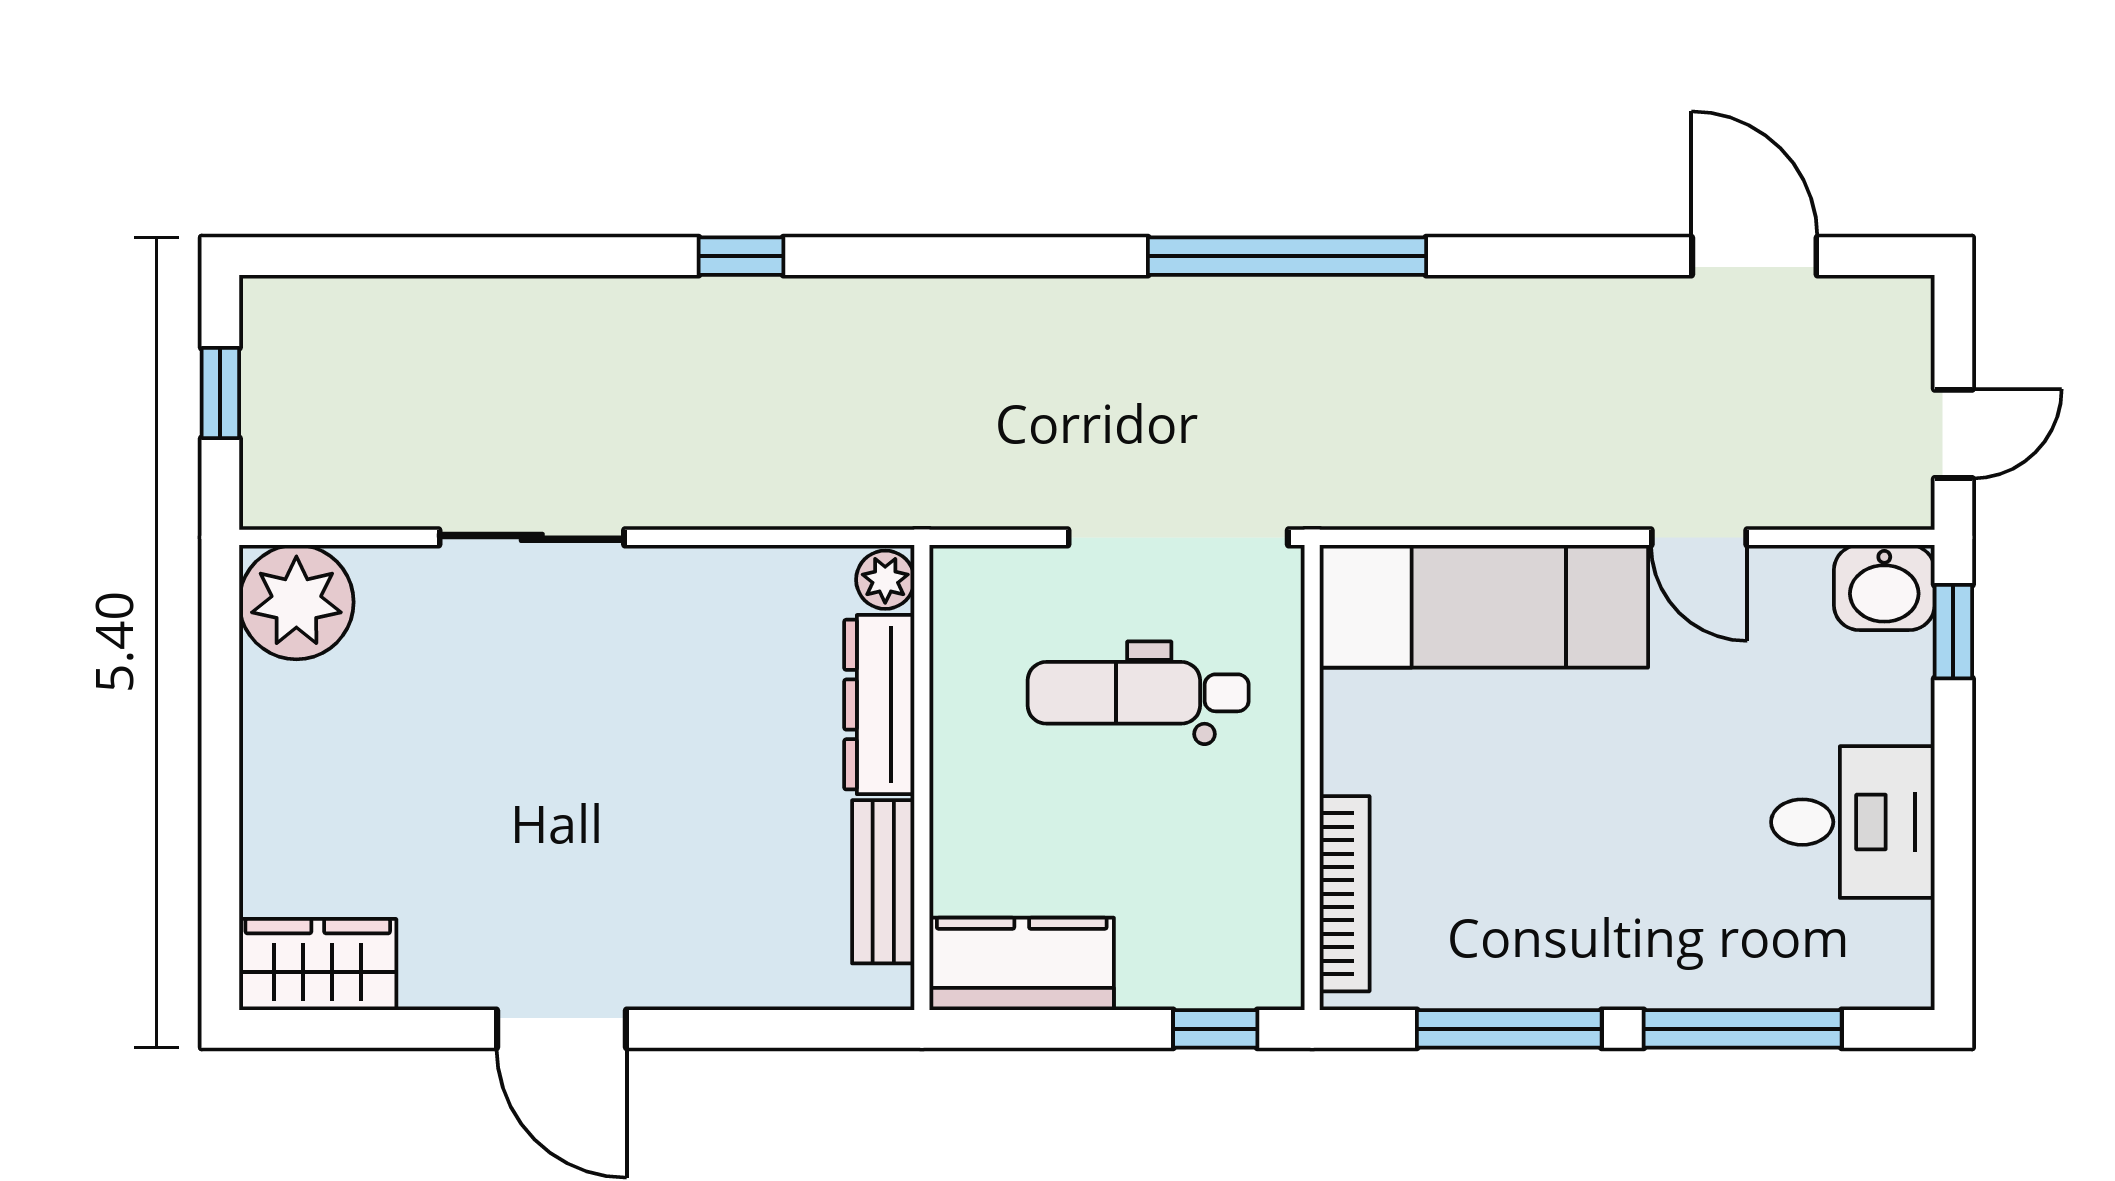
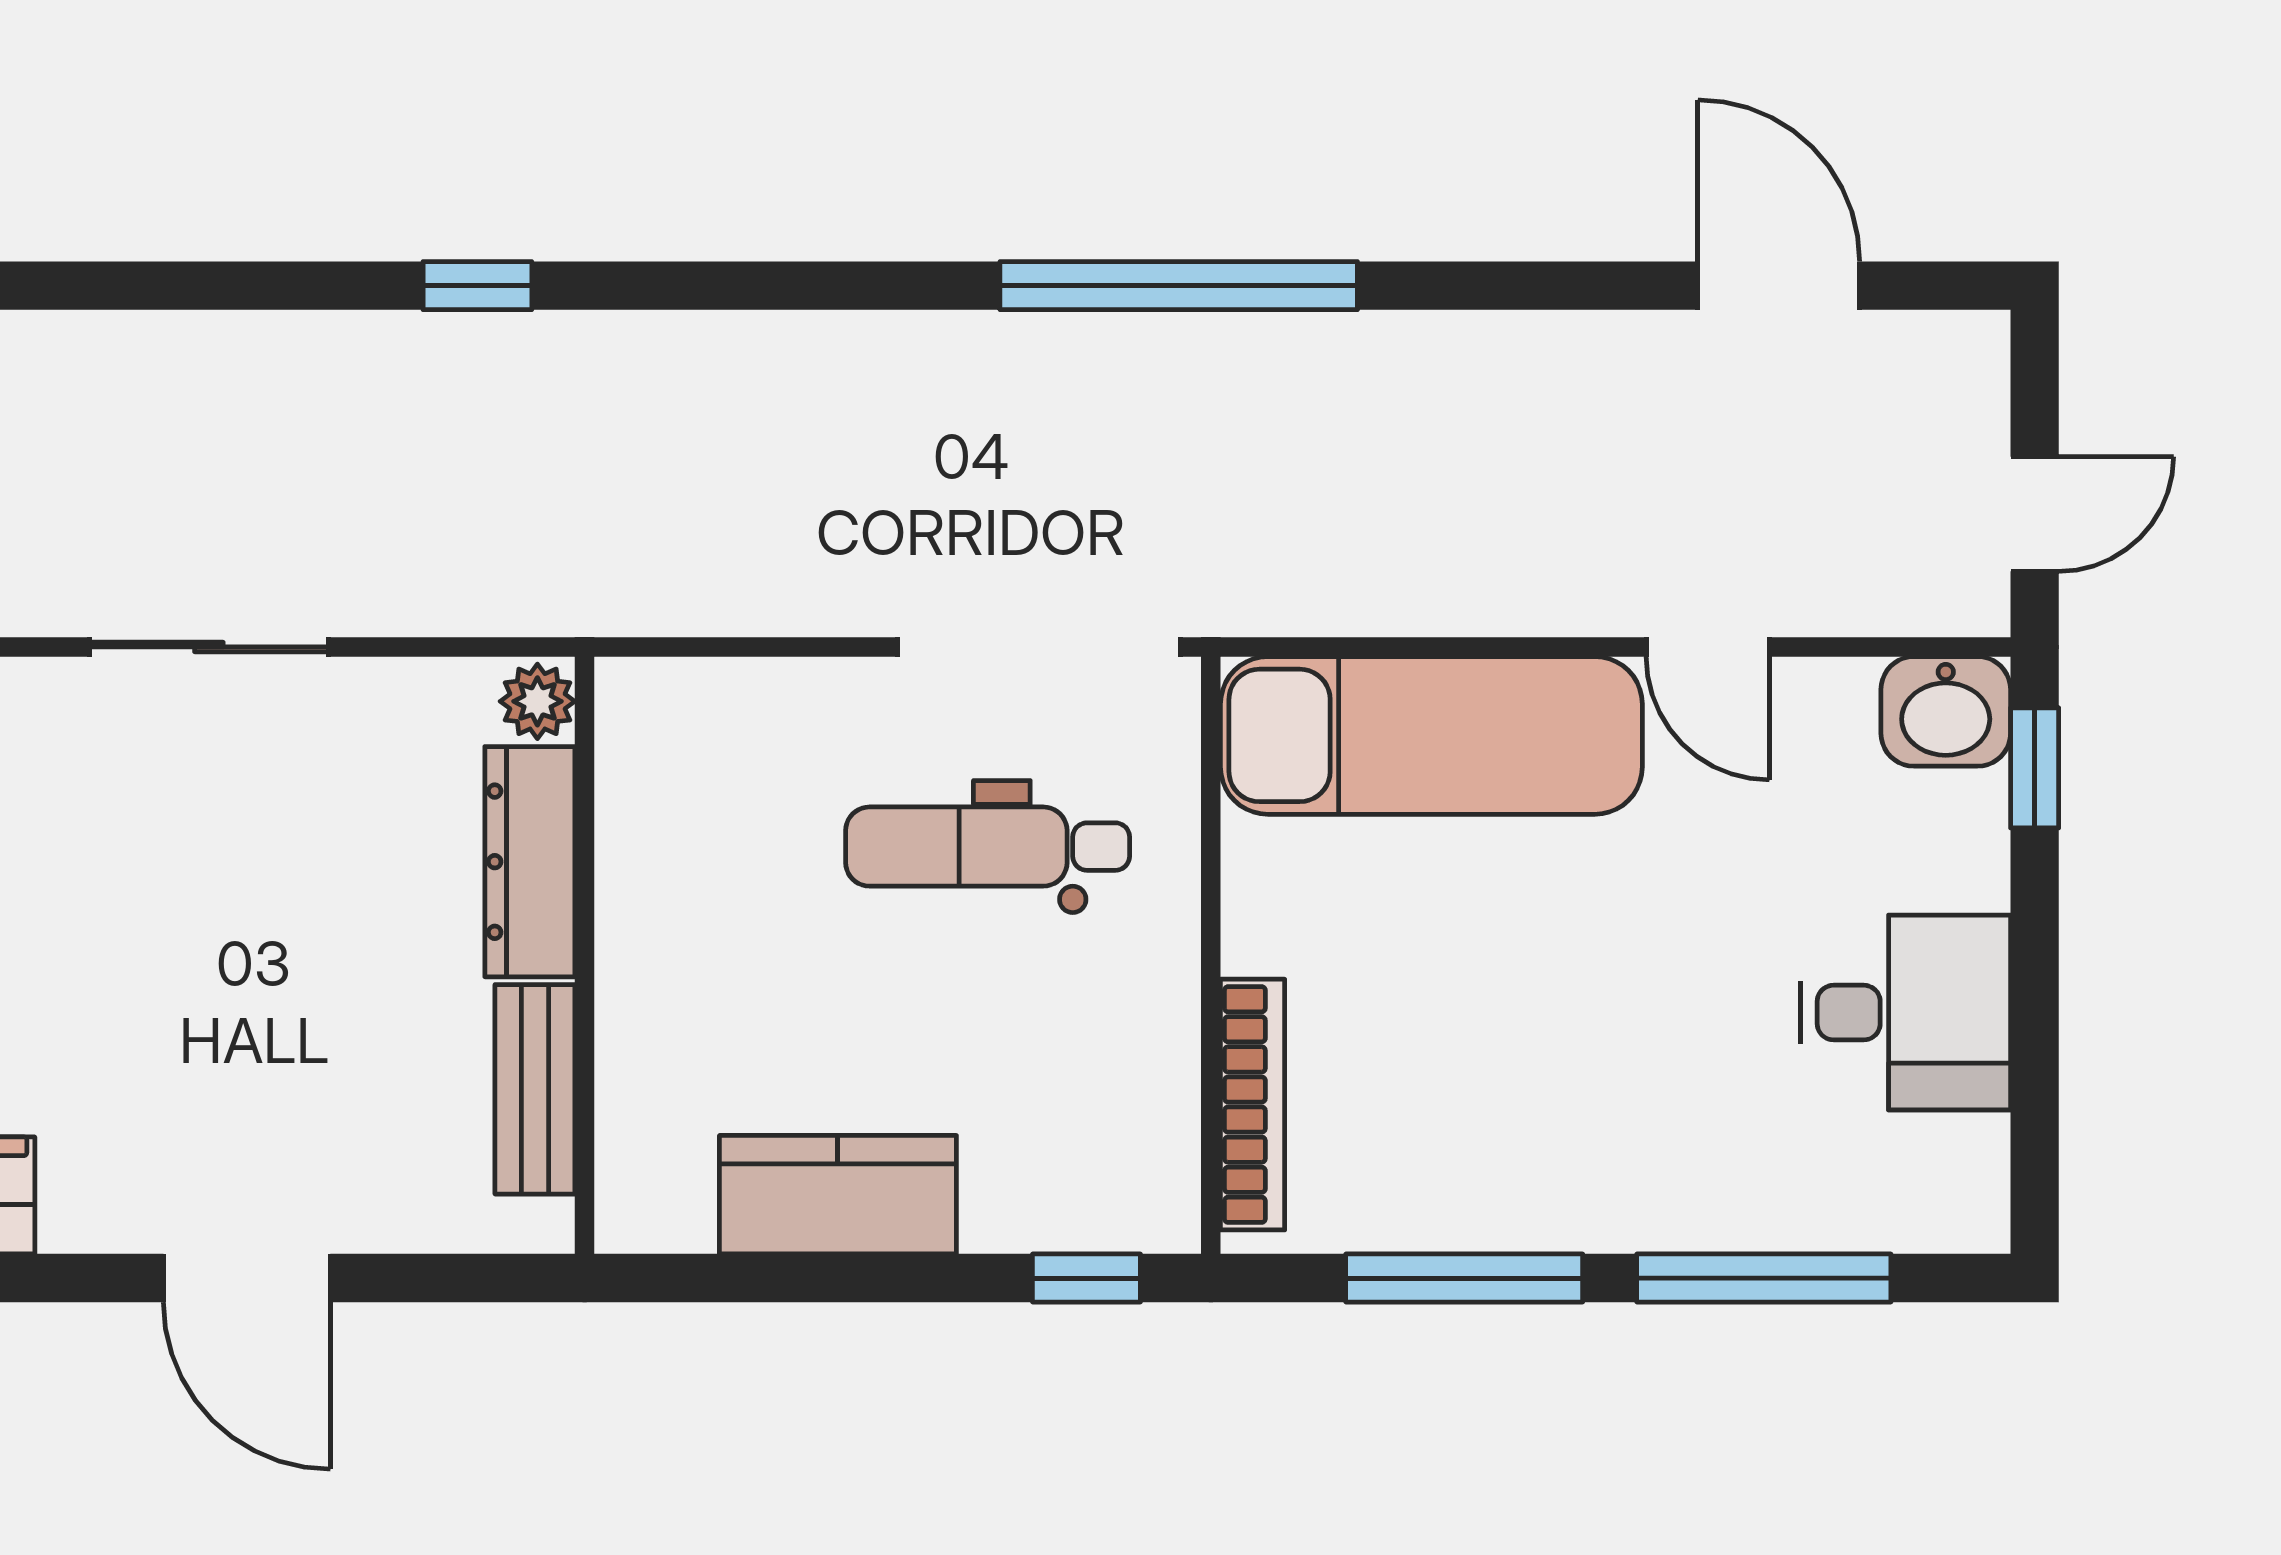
plant: (885, 580) -> (537, 701), moved
dresser: (879, 705) -> (530, 862), moved
wall: (922, 777) -> (585, 955), moved
bench: (883, 882) -> (535, 1089), moved

